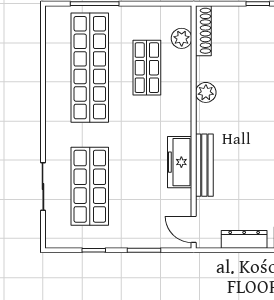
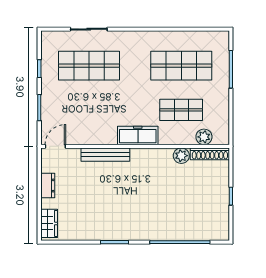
shop shelf: (90, 68) -> (181, 66), width x0.71
plant: (206, 92) -> (181, 156), moved
freezer: (180, 162) -> (138, 135), moved
dresser: (244, 239) -> (48, 186), width x0.70

